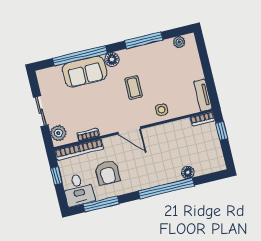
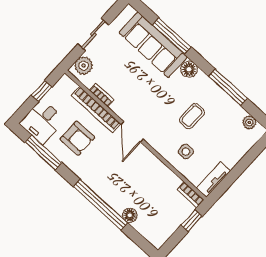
window: (80, 56) -> (172, 36), width x0.68
sofa: (85, 72) -> (153, 45), width x1.36
coffee table: (134, 88) -> (192, 116), moved
side table: (162, 110) -> (186, 152), moved
bookcase: (79, 150) -> (96, 110), moved
armchair: (107, 173) -> (77, 138), turned -90

